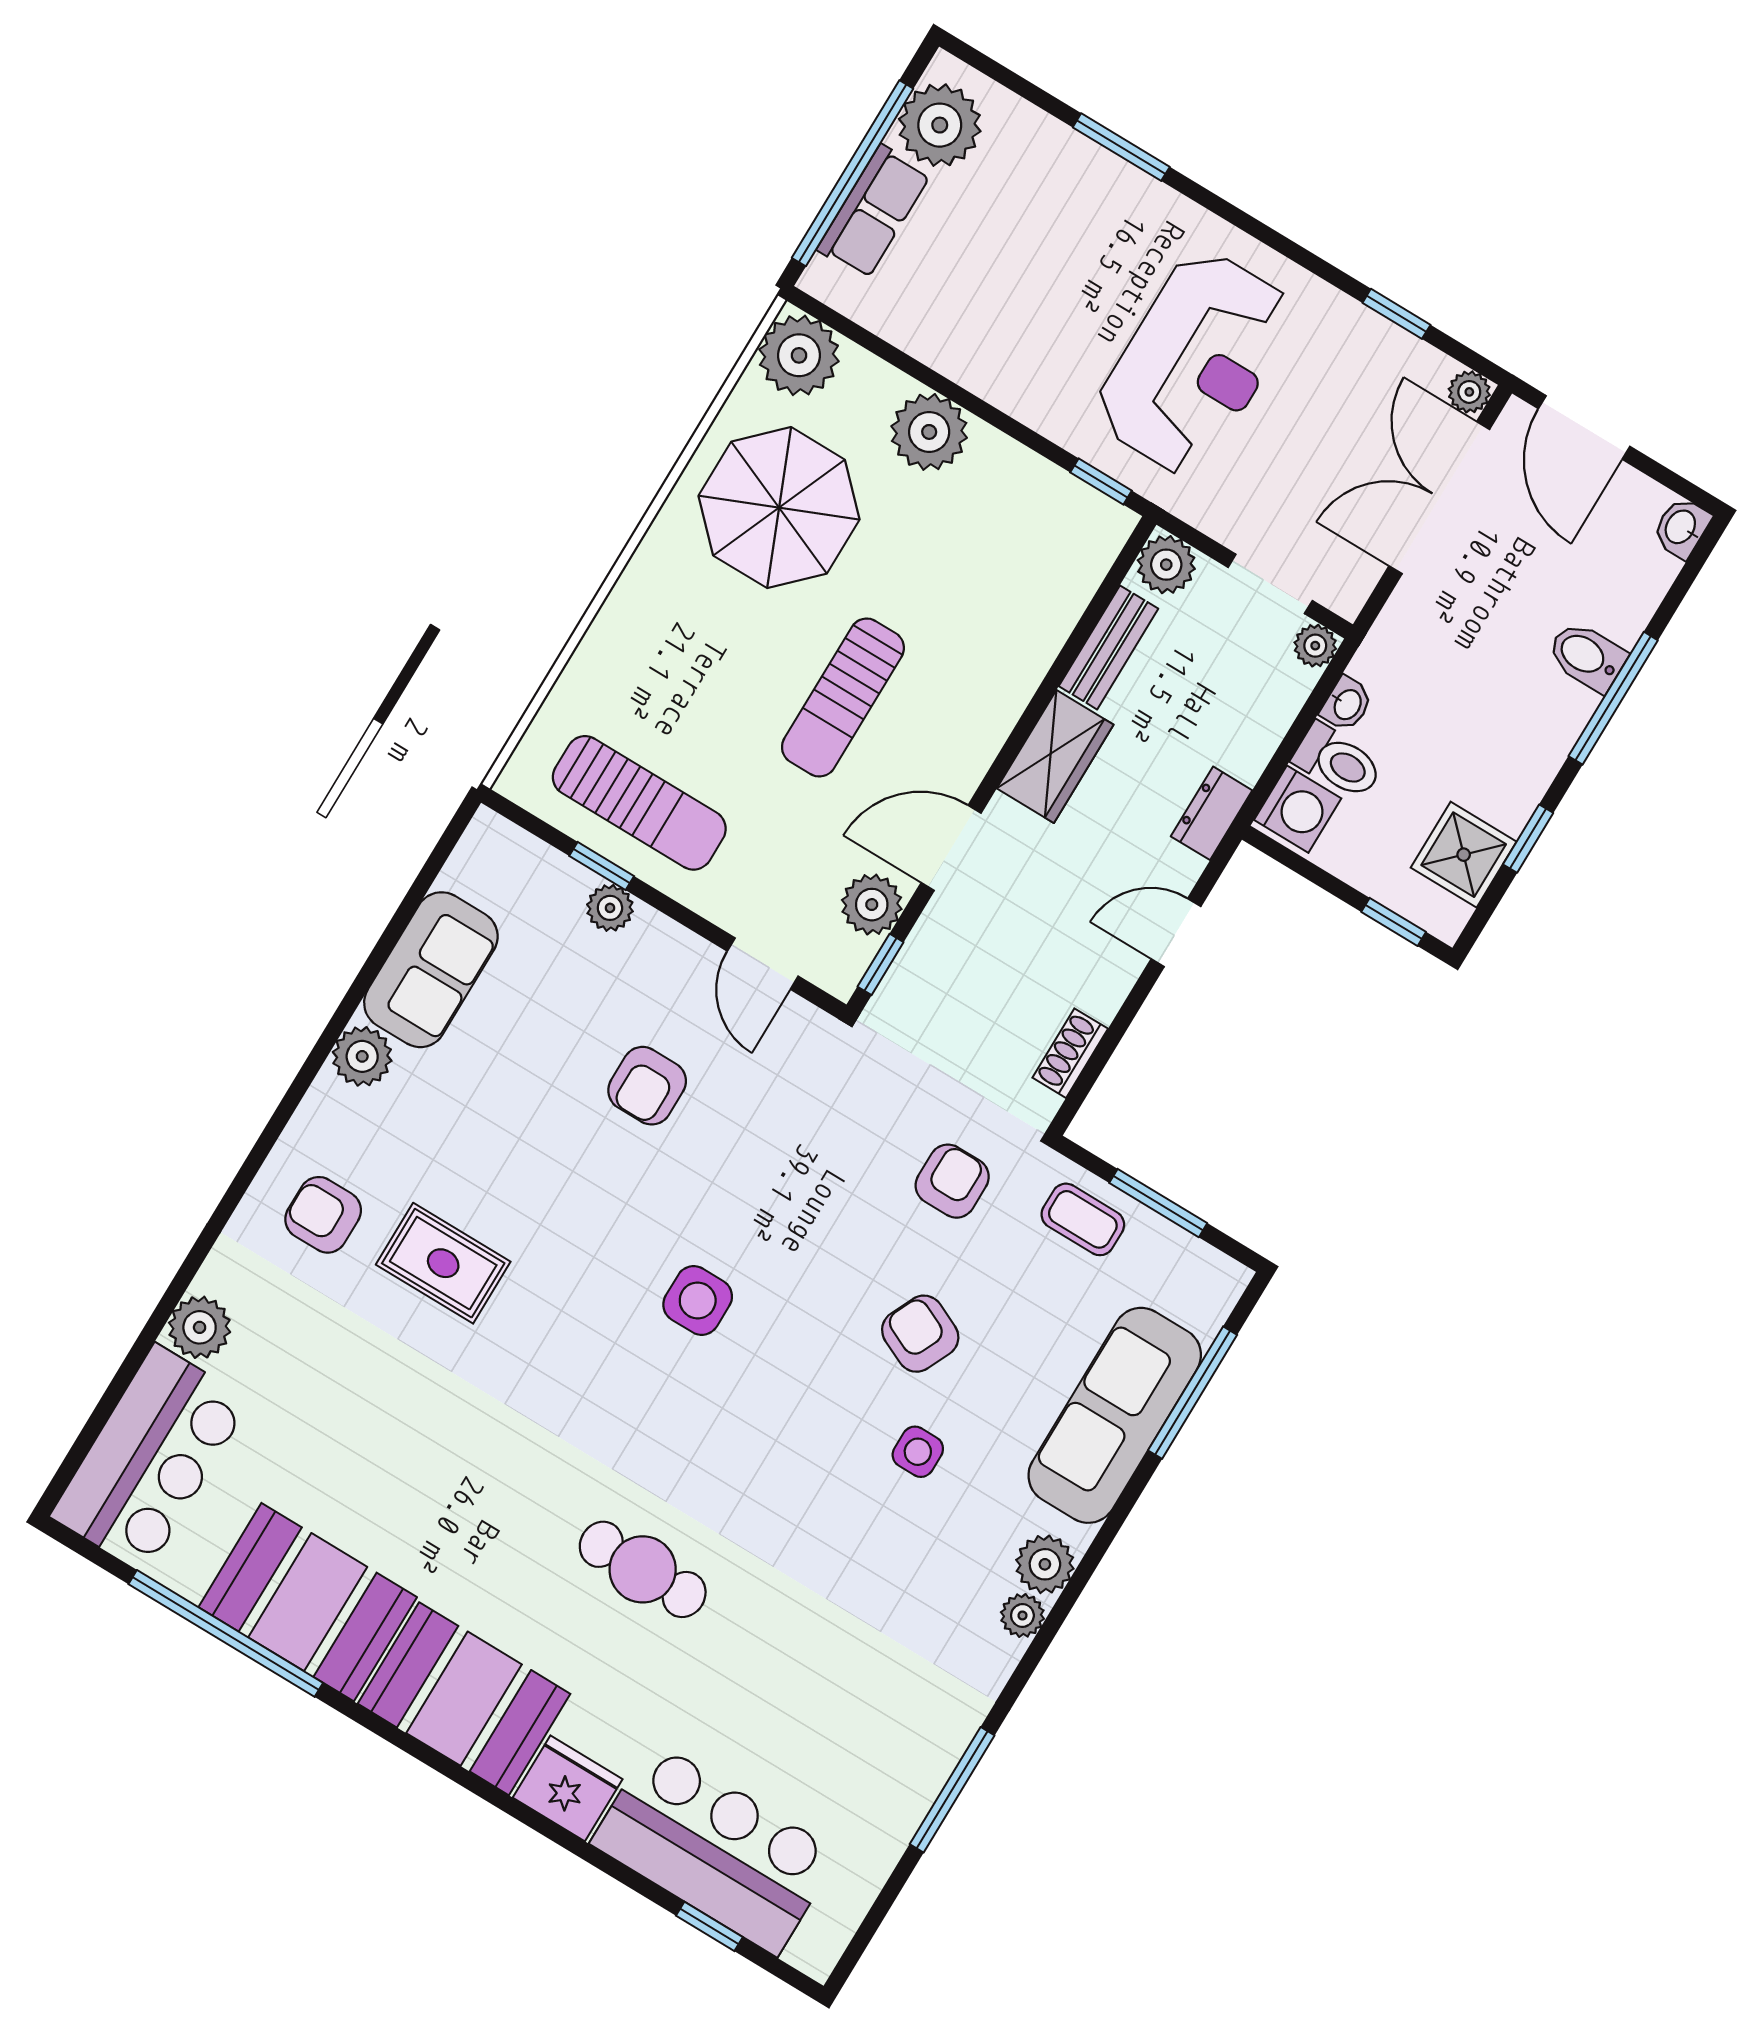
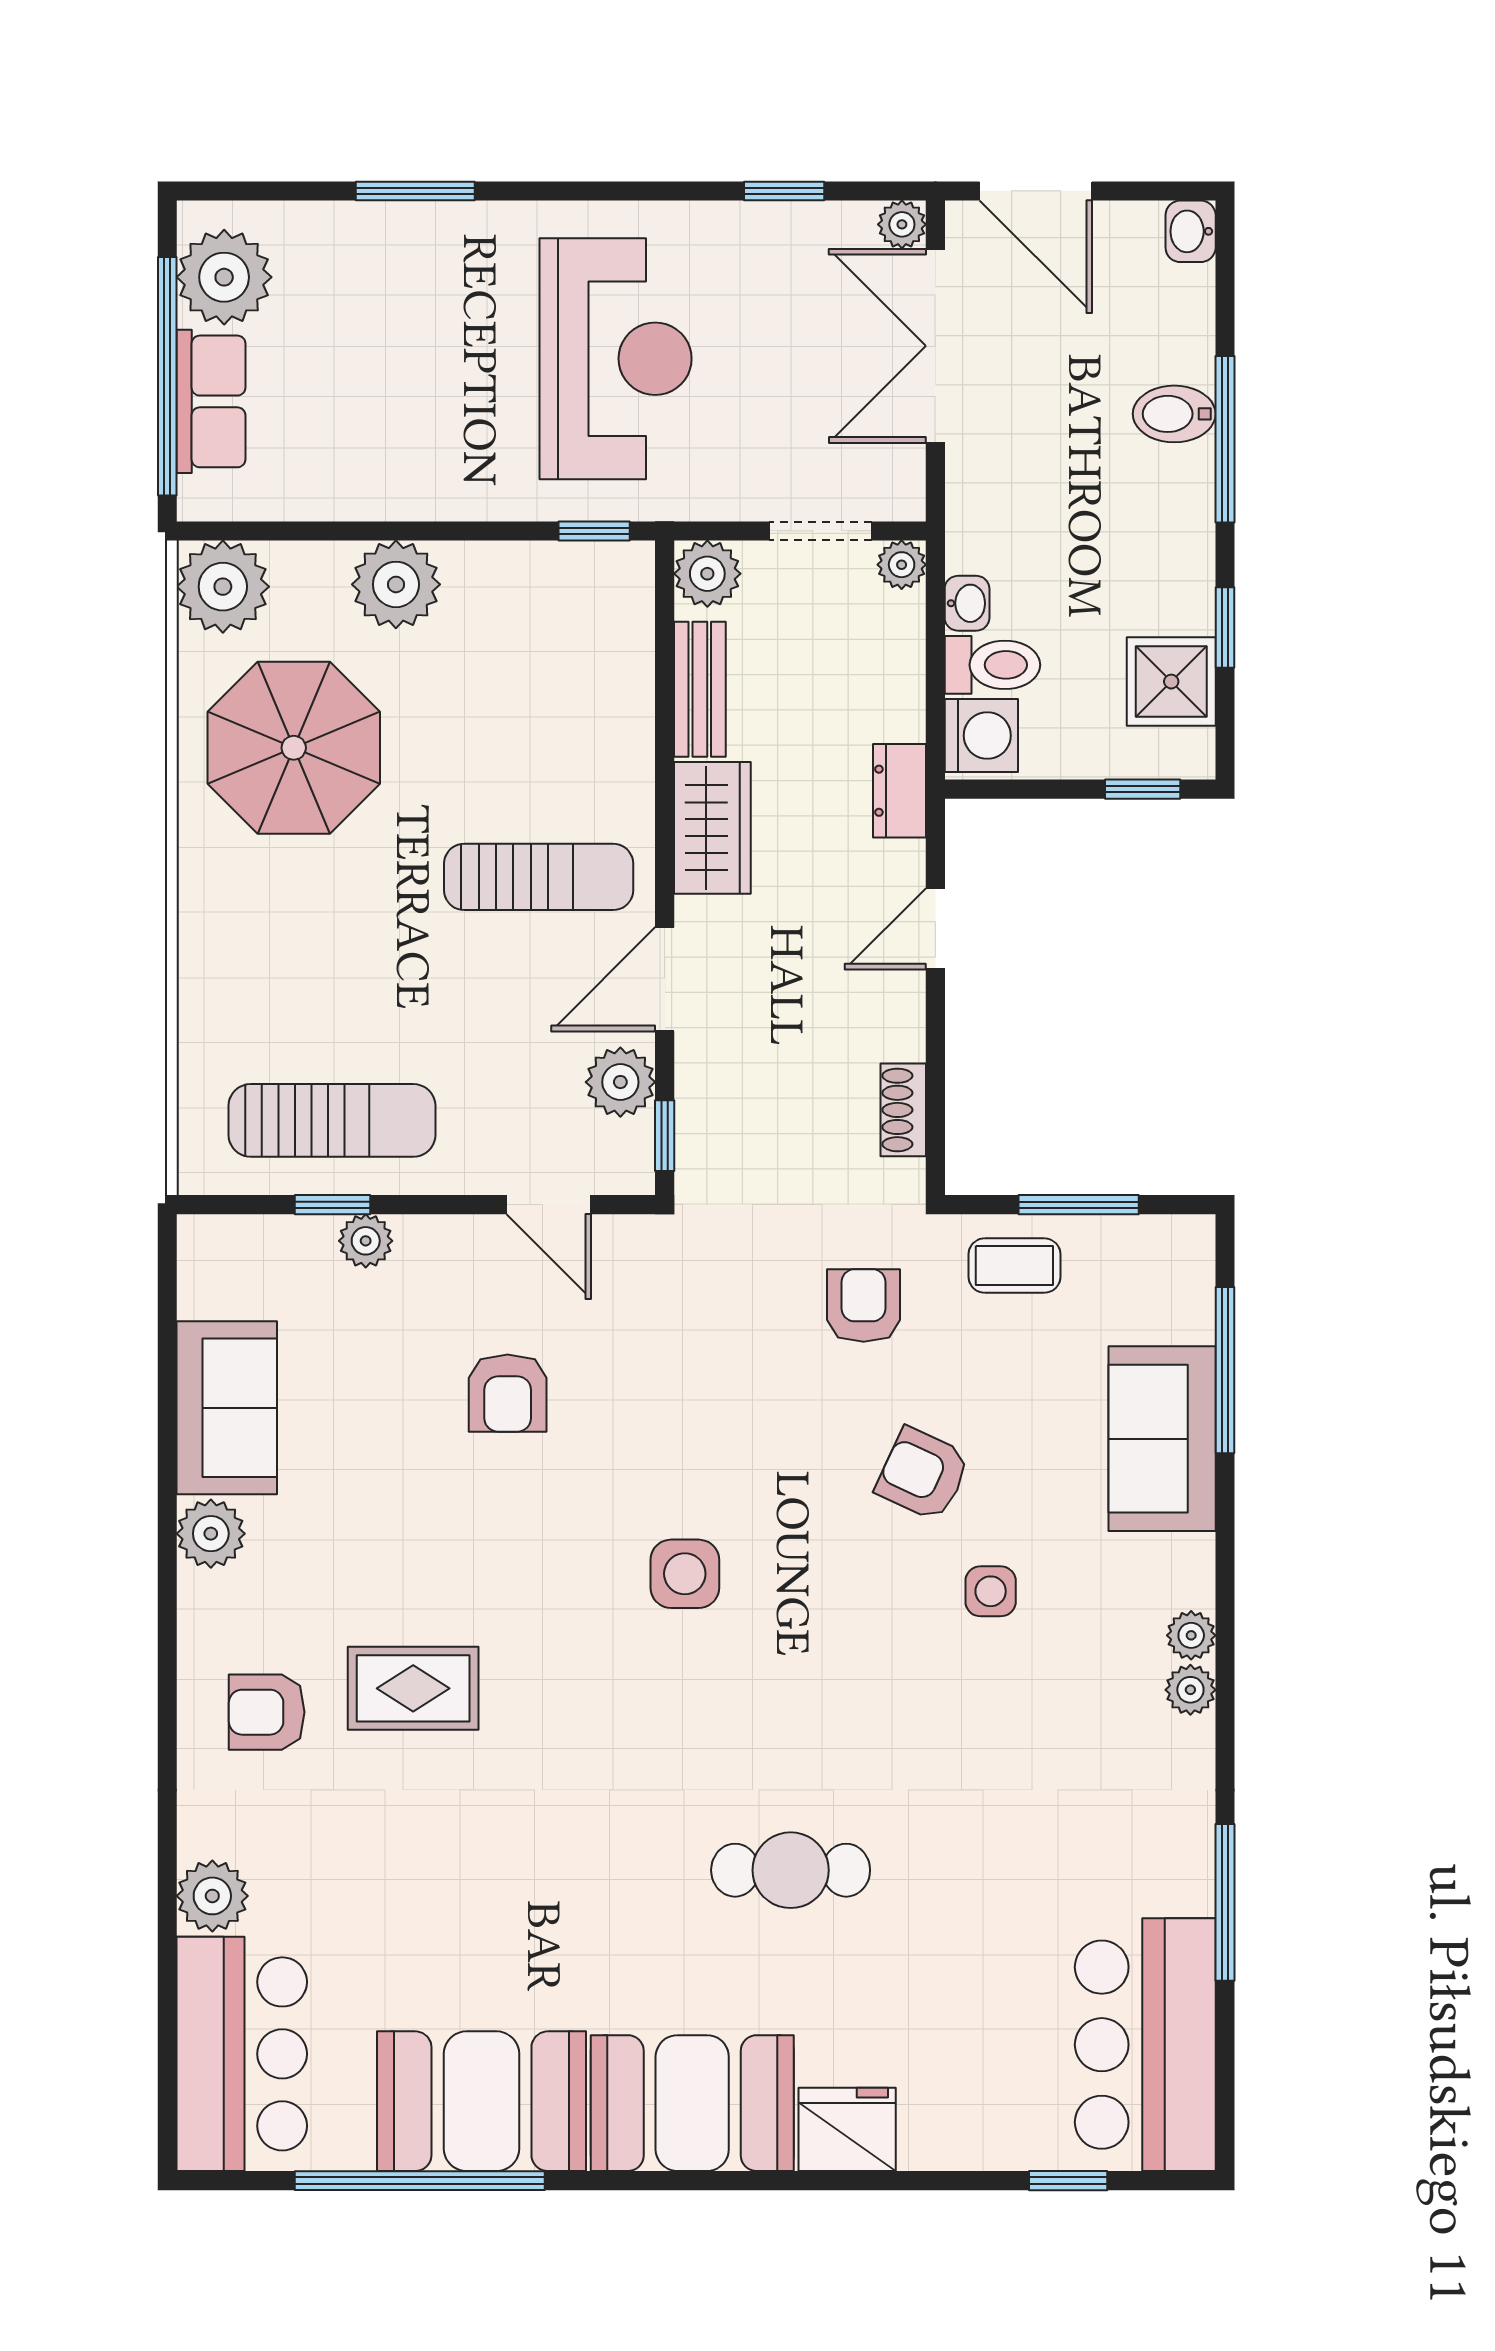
sun lounger: (843, 698) -> (539, 877), moved, turned -90
sofa: (1115, 1415) -> (1162, 1439), width x0.73
plant: (1045, 1564) -> (1191, 1635), width x0.73, depth x0.73
bar counter: (715, 1848) -> (1145, 2045), moved, turned -90

